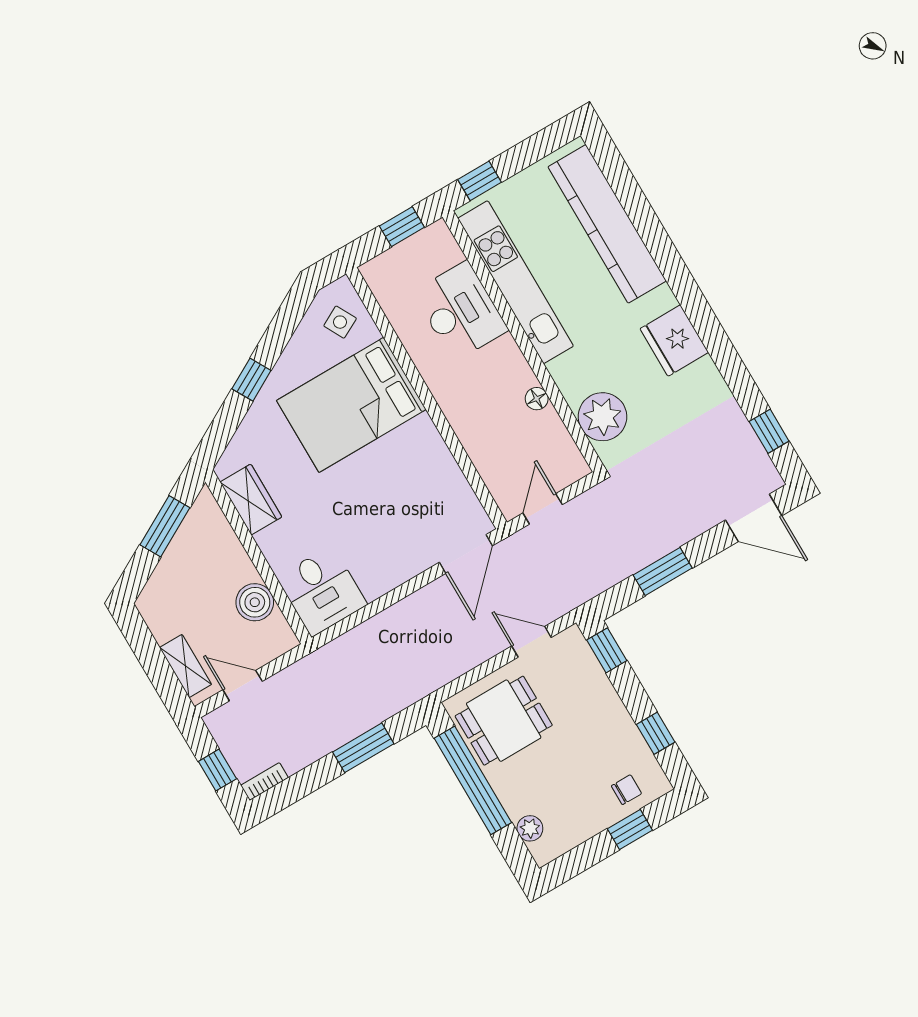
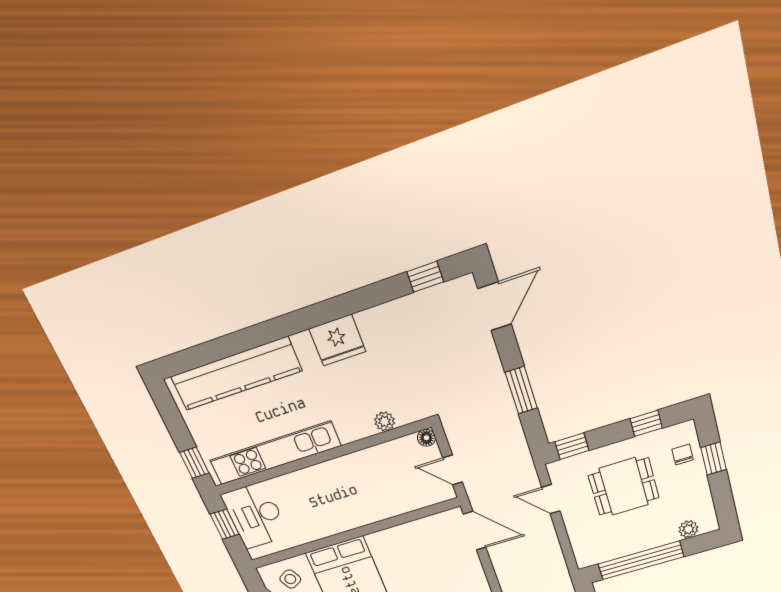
desk: (460, 311) -> (255, 515), moved, turned -90
floor lamp: (537, 399) -> (426, 438), moved
plant: (602, 417) -> (385, 421), width x0.53, depth x0.53
door: (531, 642) -> (551, 499), hinge flipped
dining table: (504, 721) -> (624, 487), moved, turned 90

